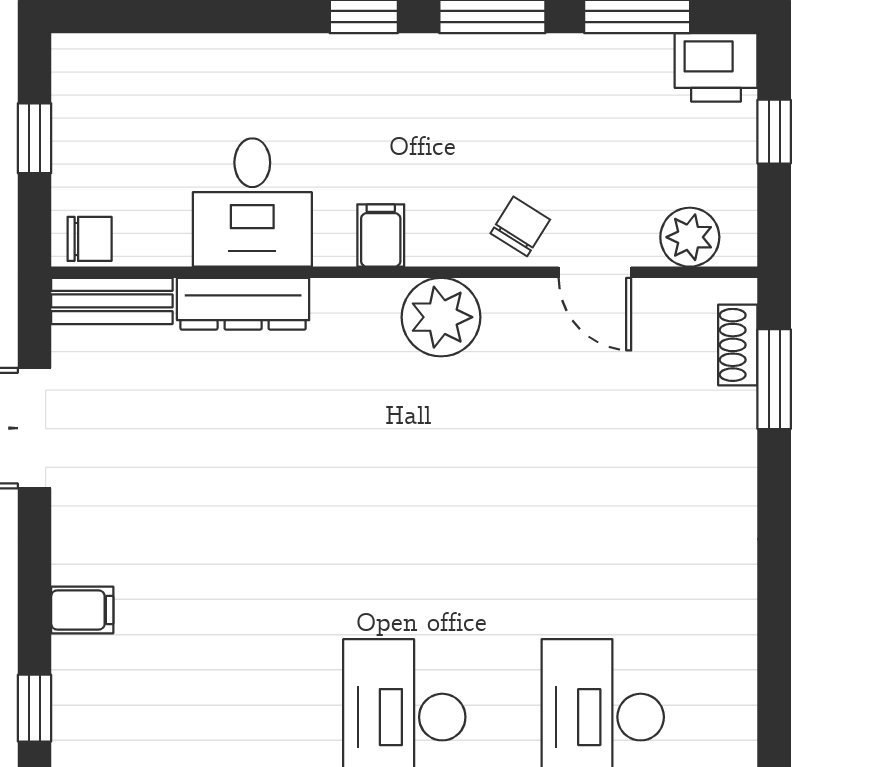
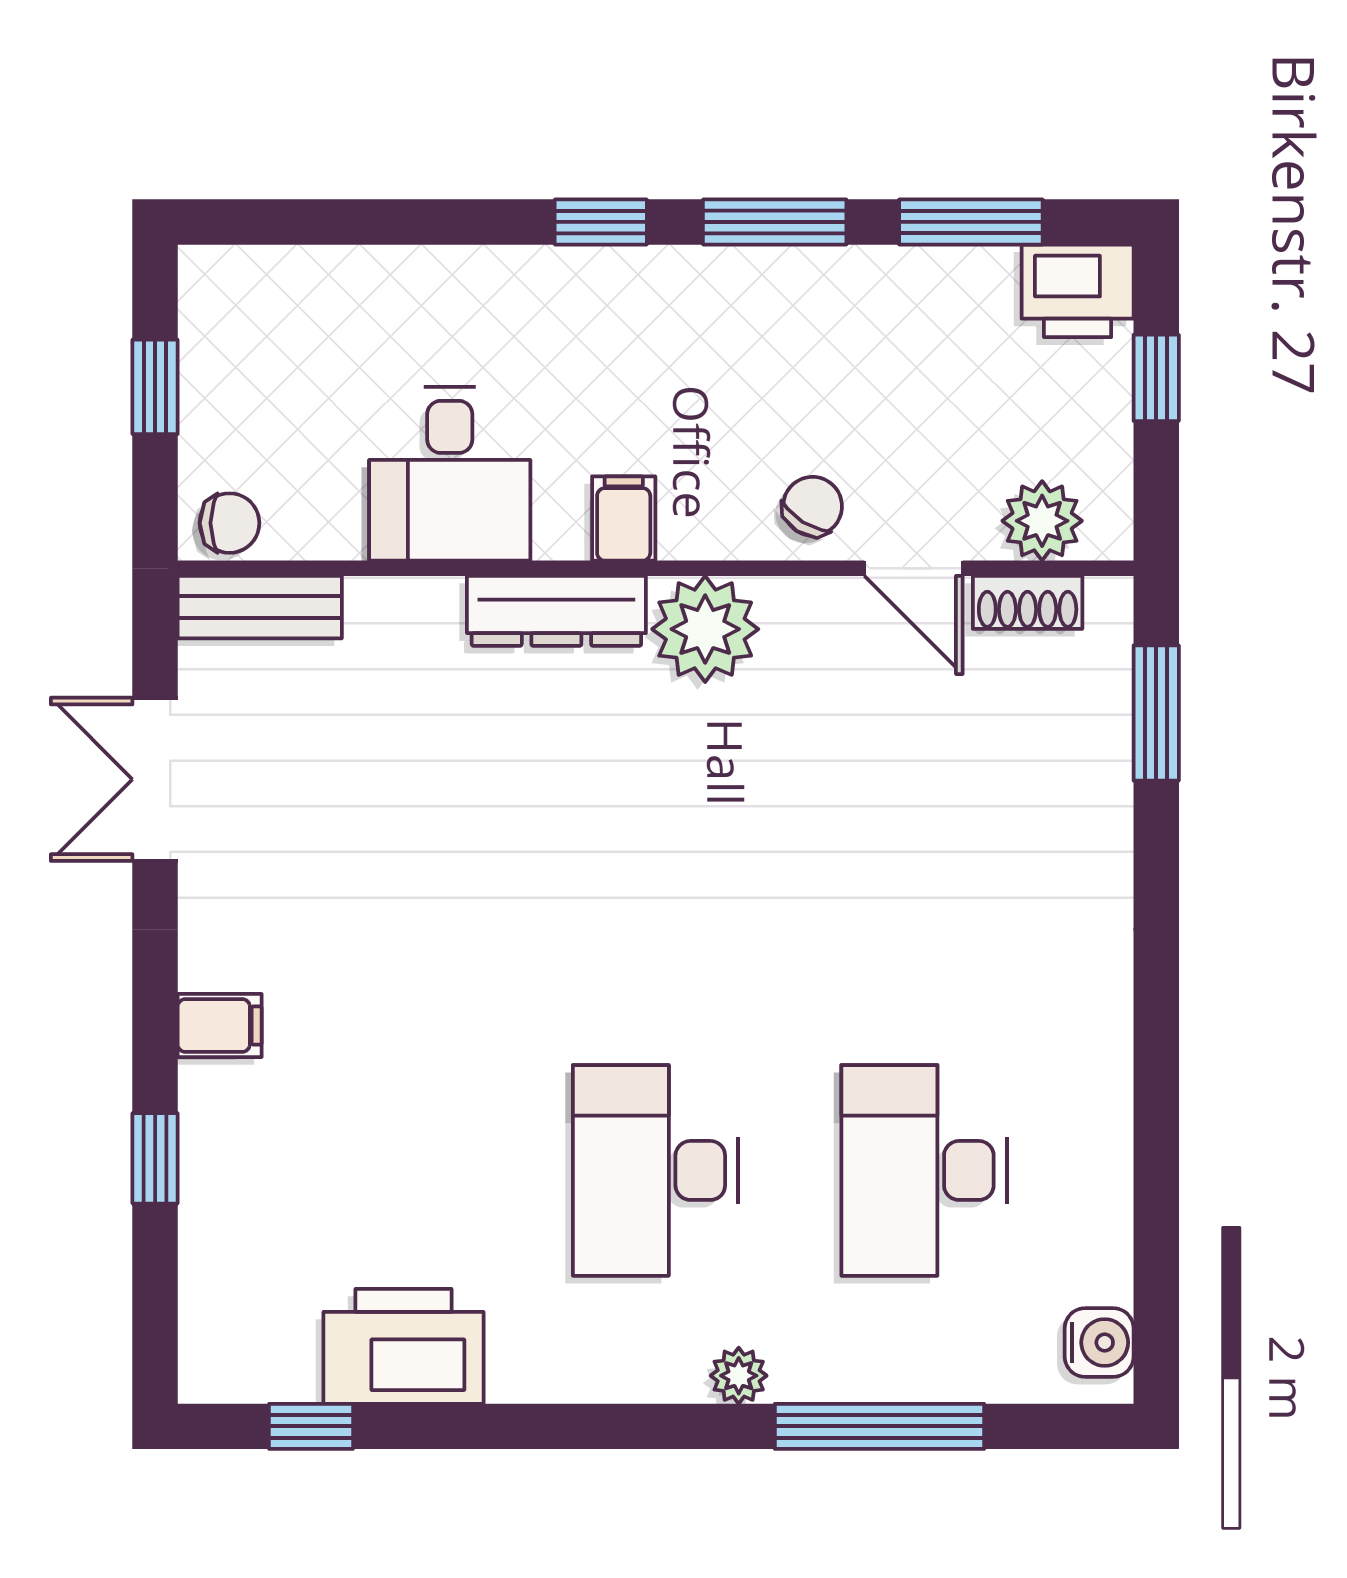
dresser: (243, 304) -> (556, 611), moved
shoe rack: (738, 345) -> (1028, 602), moved, turned -90

